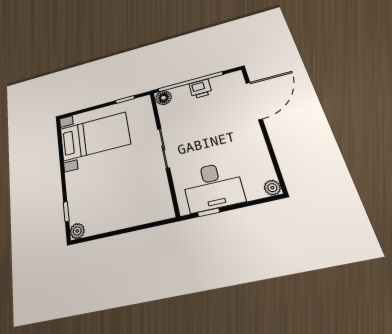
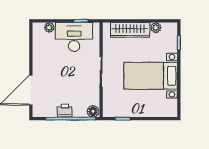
bed with nightstands: (95, 136) -> (151, 76), moved
plant: (272, 188) -> (49, 27), moved
wardrobe: (134, 215) -> (130, 30), added
plant: (77, 231) -> (156, 28), moved

